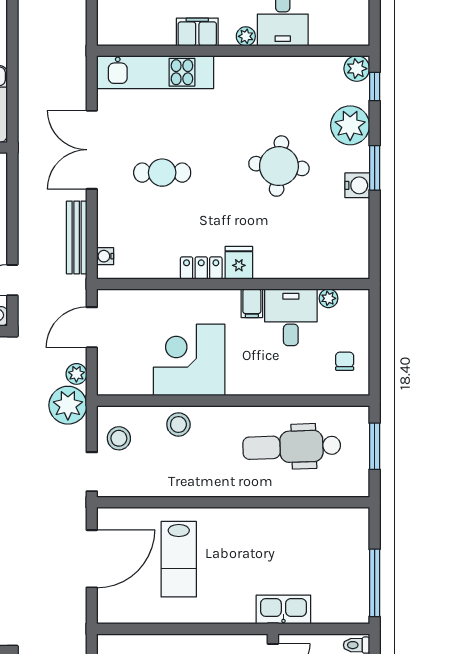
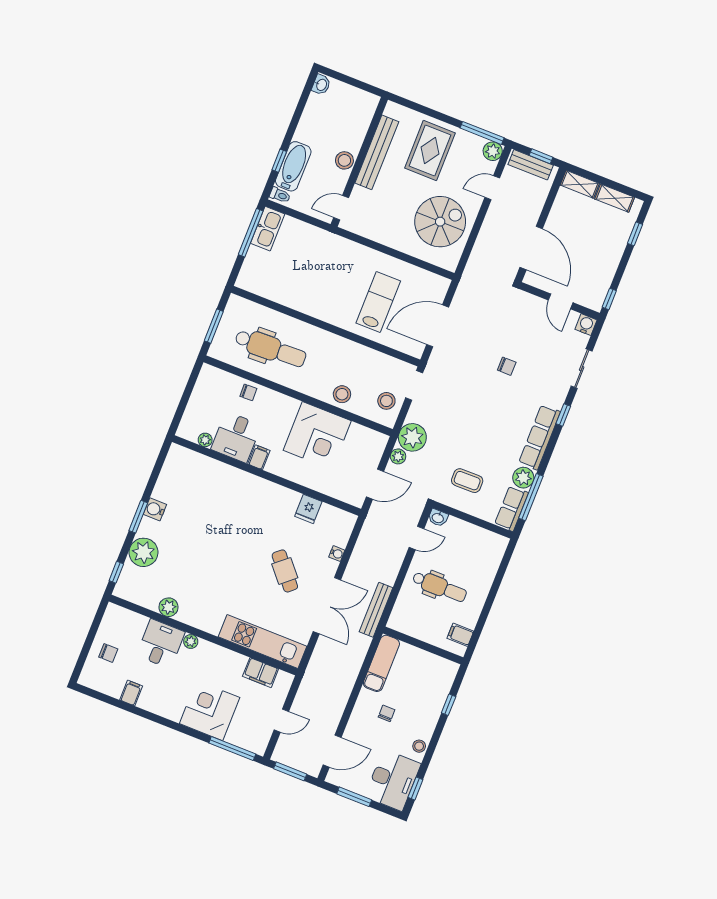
filing cabinet: (197, 32) -> (261, 673), moved
plant: (357, 69) -> (169, 607), moved
round table: (279, 166) -> (203, 544), removed
cafe table: (162, 173) -> (285, 571), turned 49
bench: (77, 237) -> (376, 610), moved
water cooler: (105, 256) -> (337, 554), moved
fridge: (239, 263) -> (308, 509), moved
locker: (201, 268) -> (284, 495), removed
chair: (345, 361) -> (248, 392), moved, turned -92
kitchen sink: (283, 609) -> (268, 229), moved, turned -90

